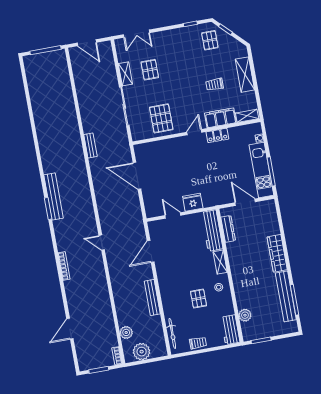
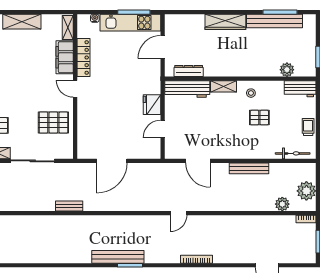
trolley: (215, 84) -> (27, 57), removed
locker: (217, 135) -> (83, 57), width x1.53

